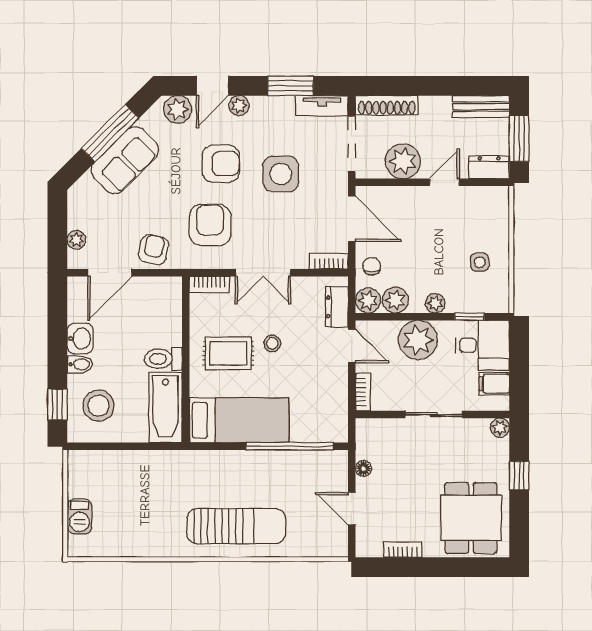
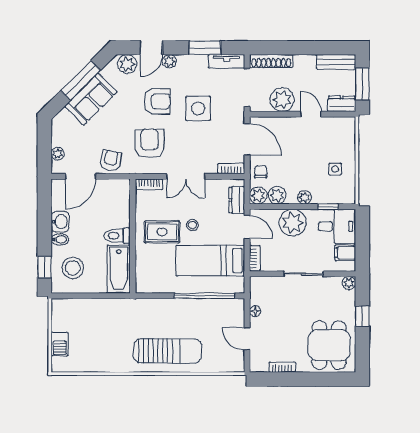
door: (444, 182) -> (311, 114), hinge flipped
bed: (239, 420) -> (210, 260), moved, turned 180

